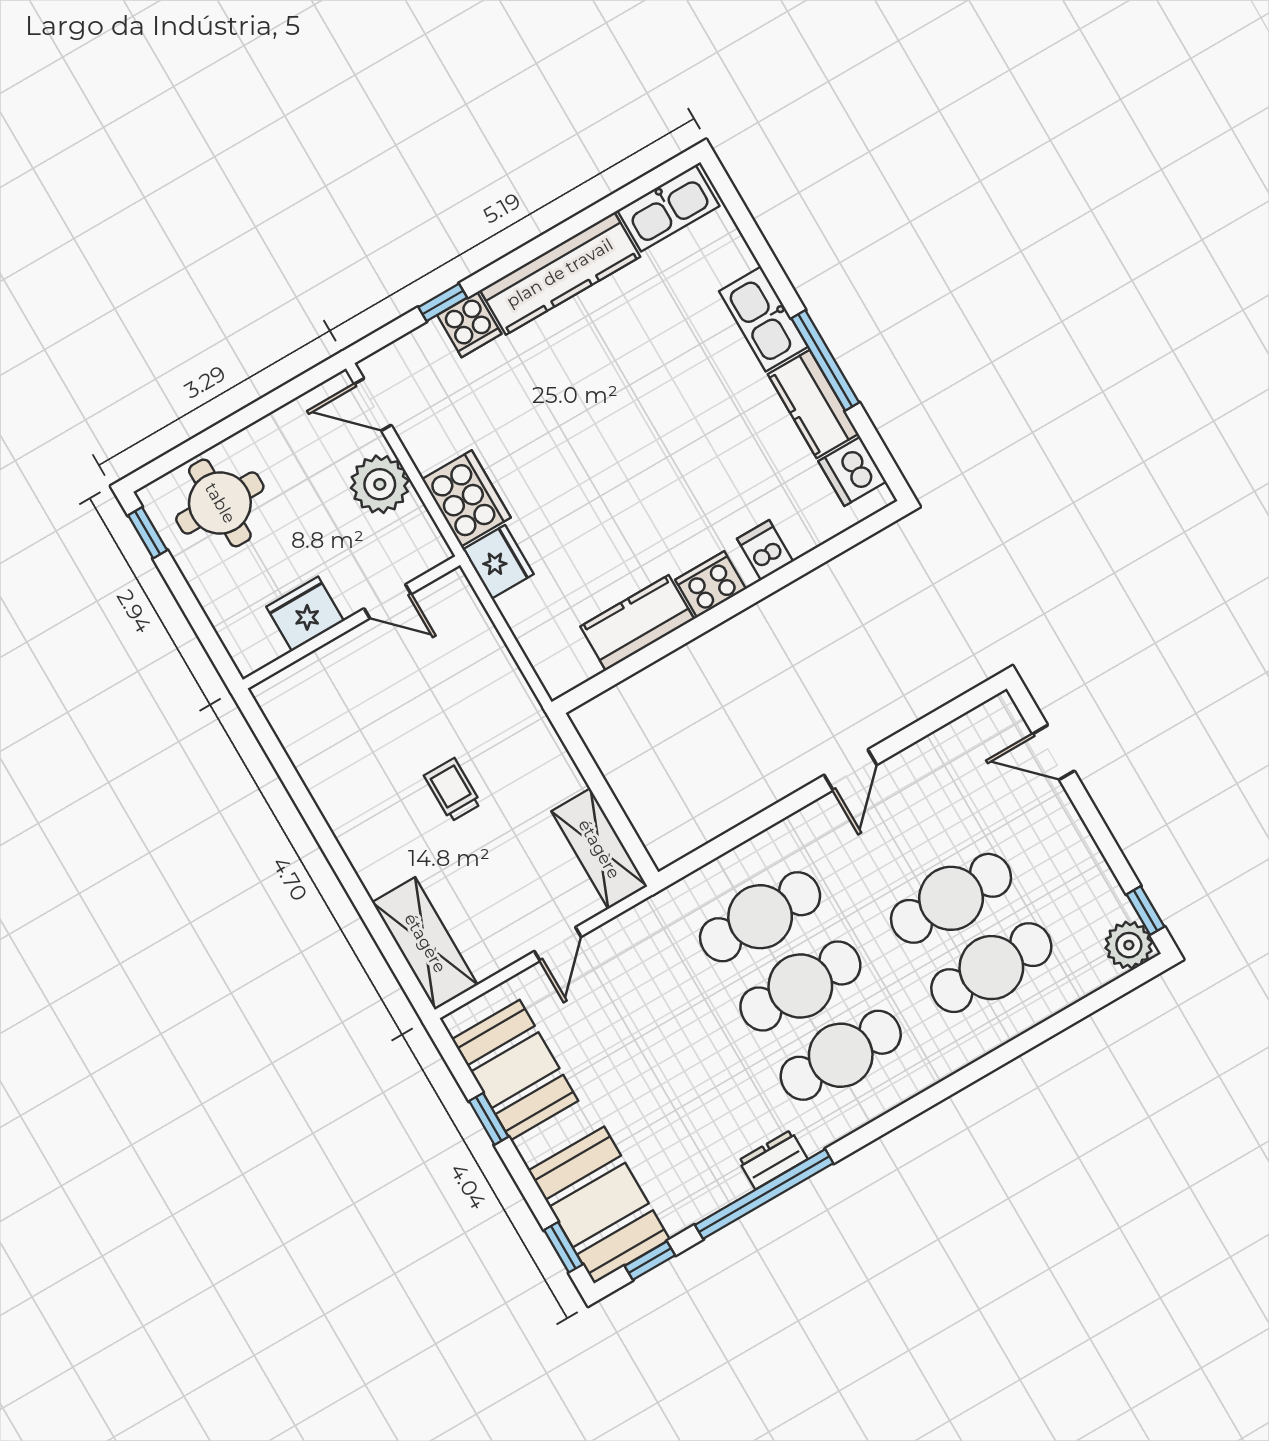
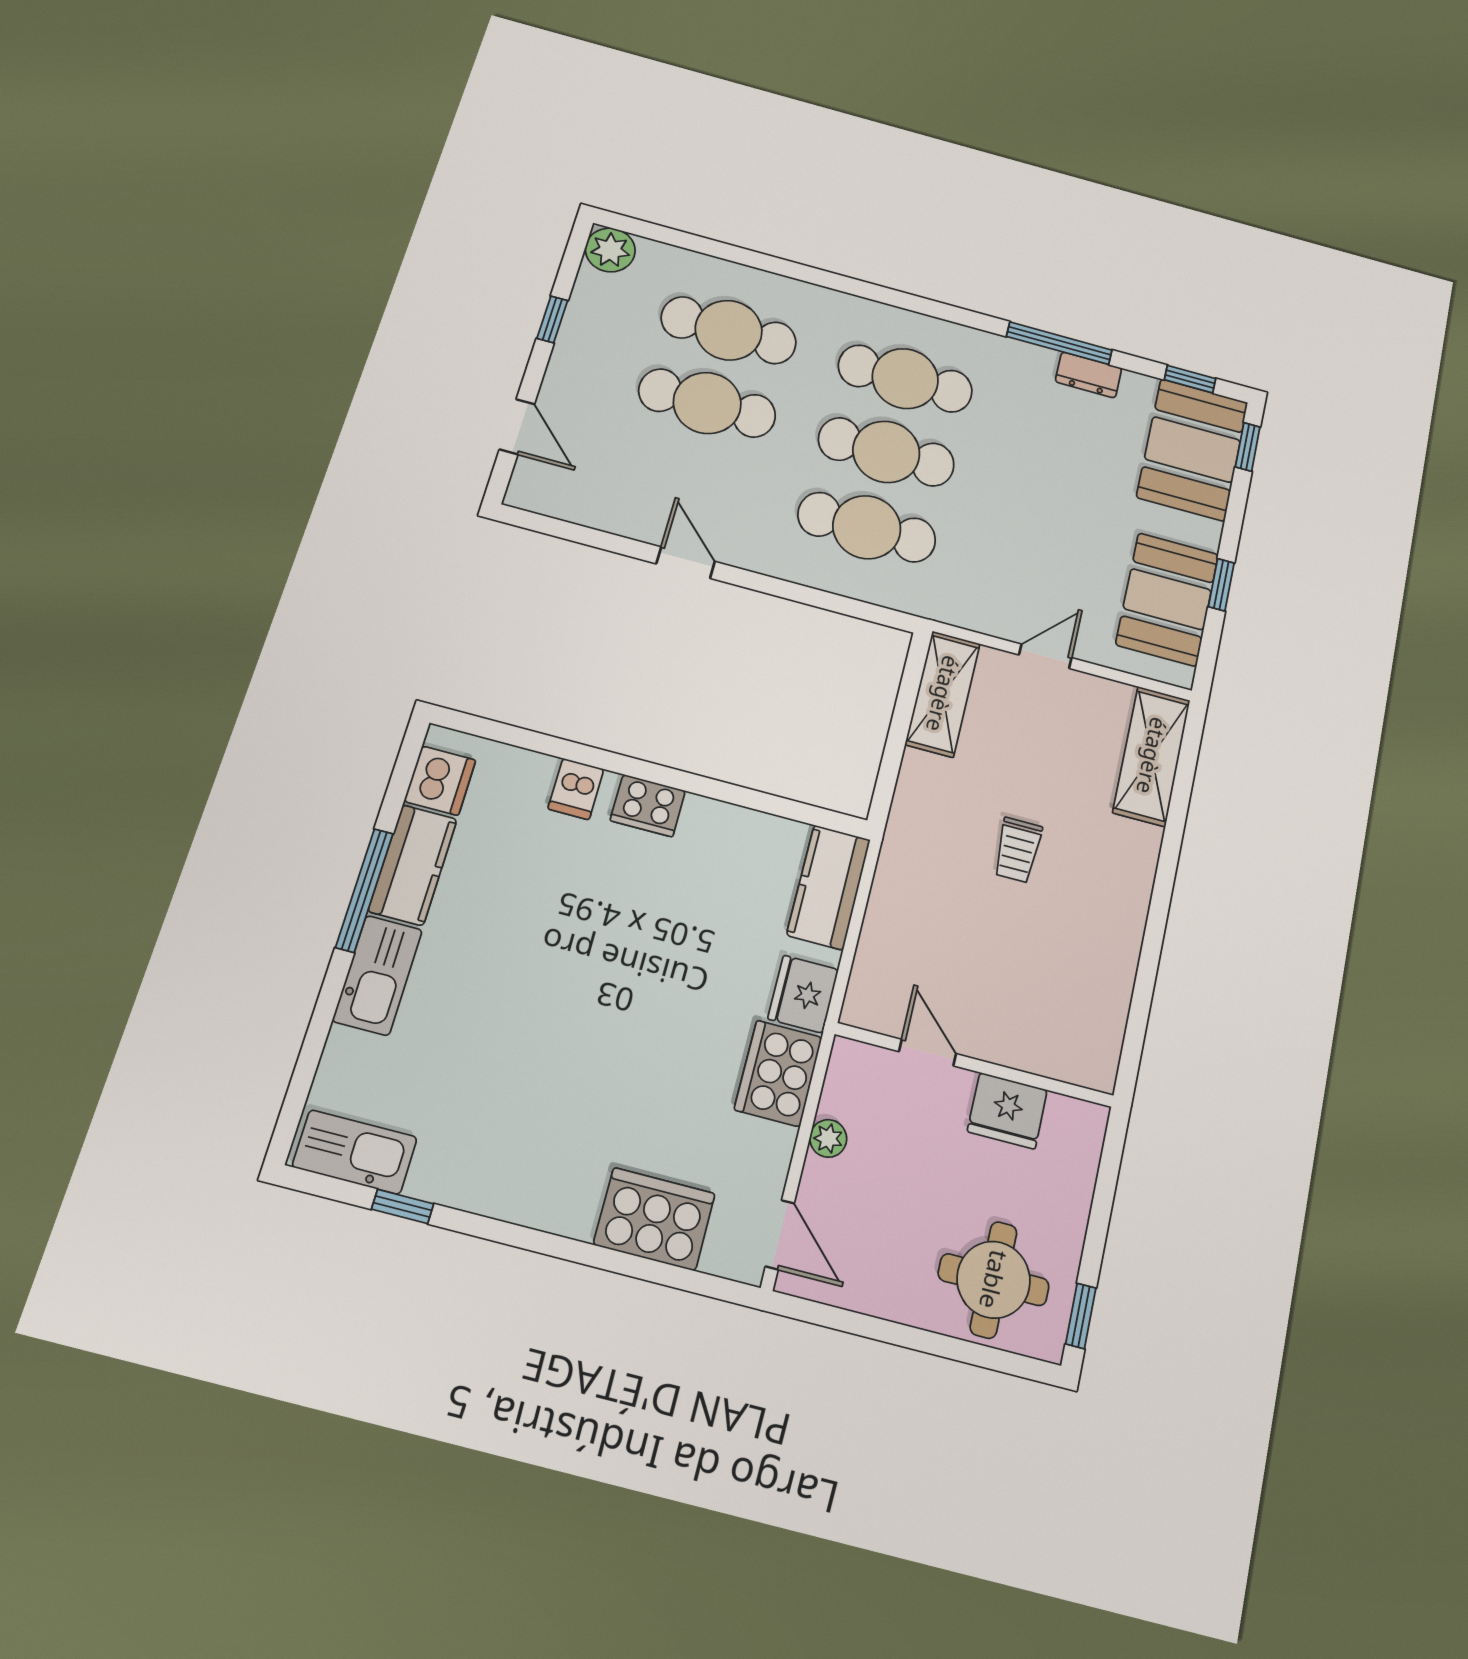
kitchen counter: (560, 273) -> (505, 1188), removed
window: (443, 302) -> (403, 1206), moved
cooker: (469, 325) -> (654, 1219), width x1.87, depth x1.31
plant: (380, 484) -> (828, 1138), width x0.53, depth x0.53
kitchen counter: (637, 623) -> (829, 887), moved, turned 90
door: (850, 770) -> (686, 563), hinge flipped
window: (1145, 910) -> (552, 319), moved
dresser: (773, 1160) -> (1088, 375), moved
window: (764, 1194) -> (1059, 343), width x0.68

